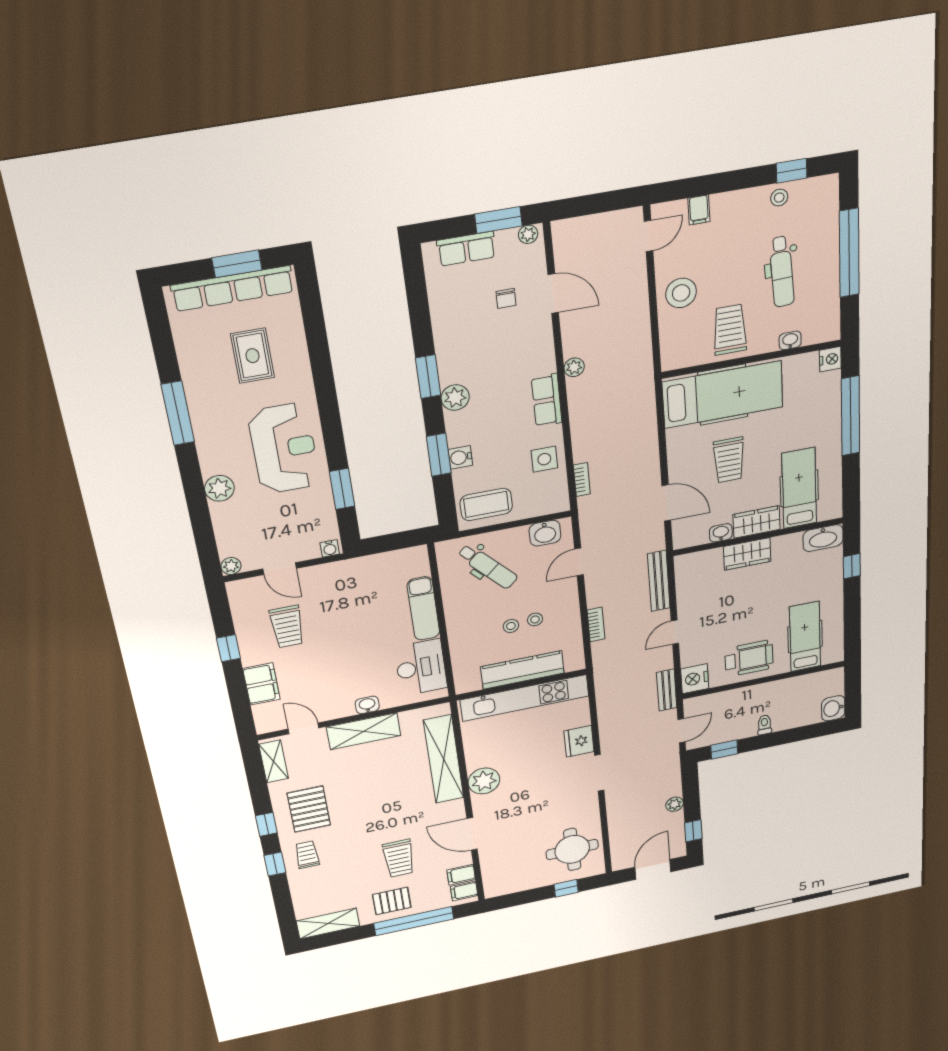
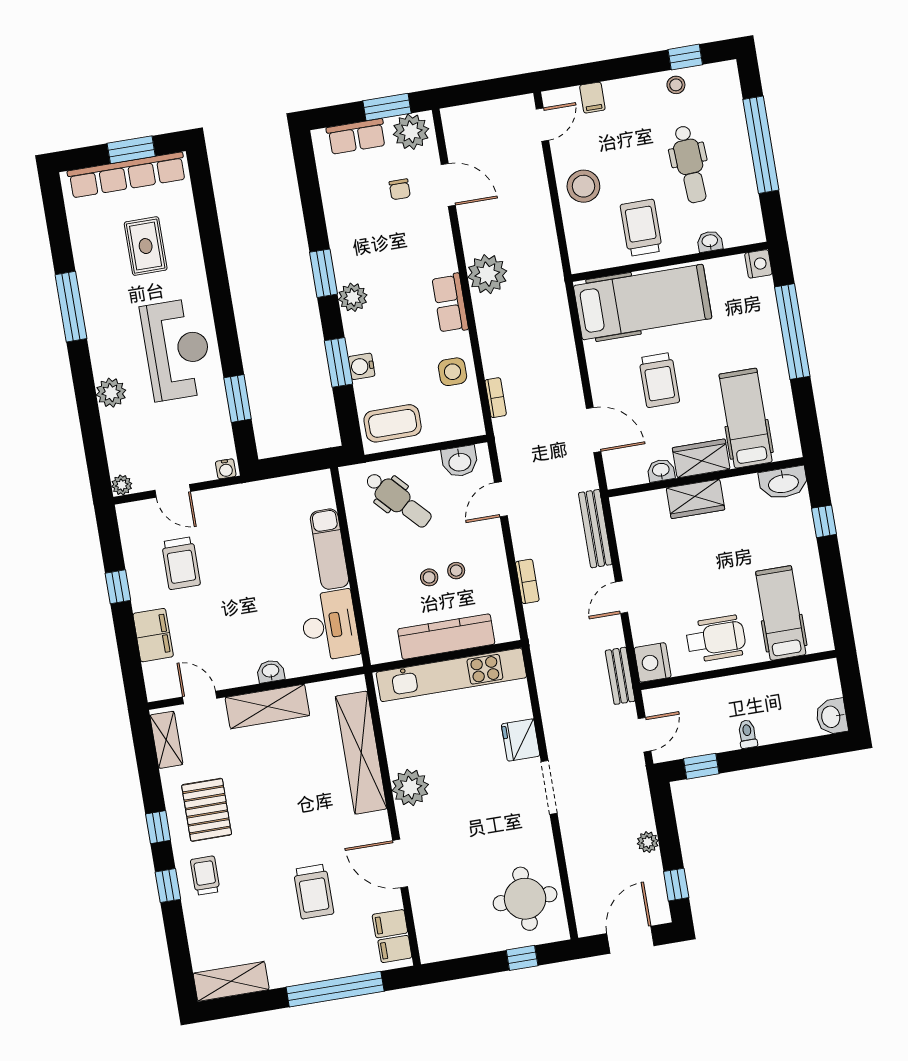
plant: (528, 234) -> (411, 132), width x1.88, depth x1.88
plant: (574, 367) -> (487, 274), width x1.88, depth x1.88
pallet: (392, 901) -> (307, 955), removed

